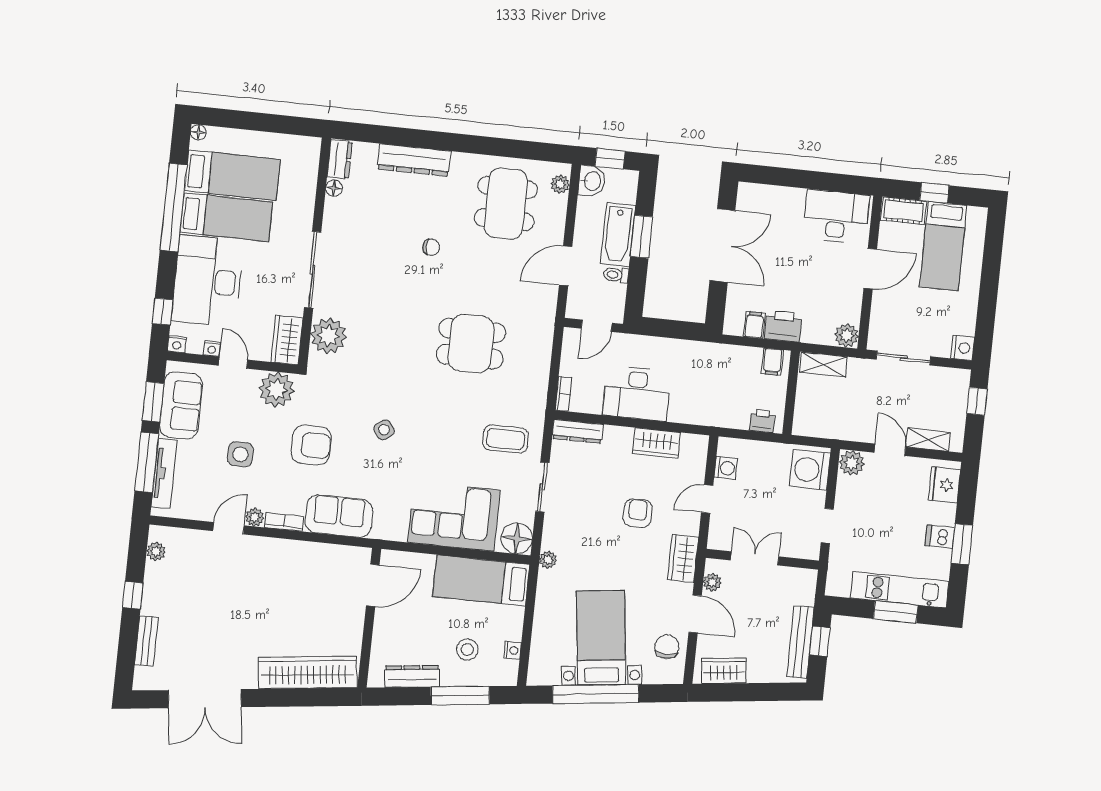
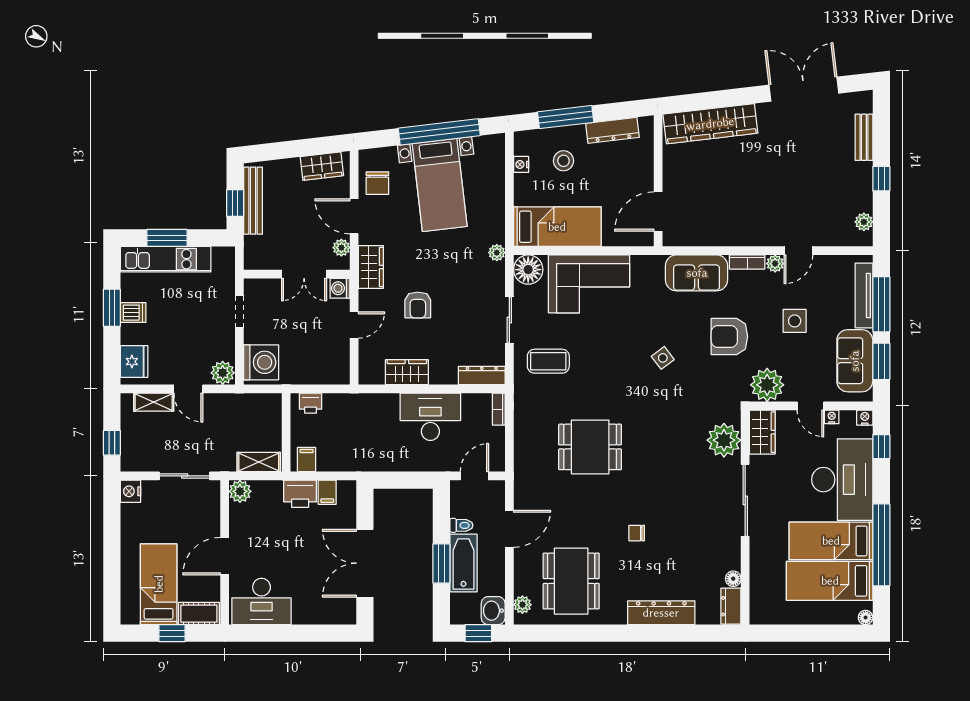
washing machine: (726, 468) -> (340, 288), moved

